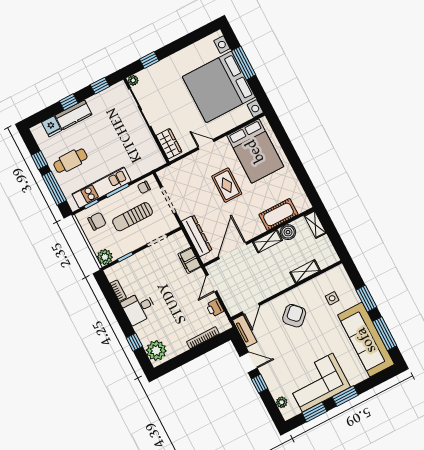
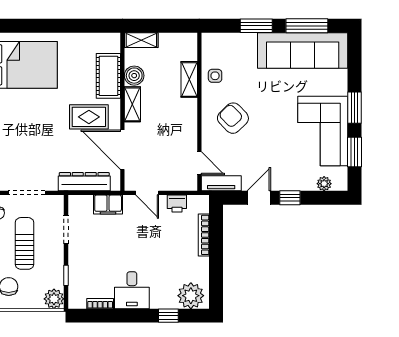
rug: (227, 185) -> (89, 117), moved
sun lounger: (133, 217) -> (25, 243), turned 180
side table: (332, 298) -> (215, 76), moved

